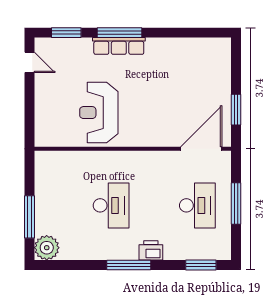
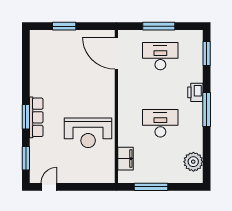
window: (119, 33) -> (26, 117), width x0.69
window: (236, 110) -> (64, 26), moved
filing cabinet: (66, 161) -> (125, 159), added
window: (29, 217) -> (151, 187), moved
plant: (47, 248) -> (193, 162), moved

